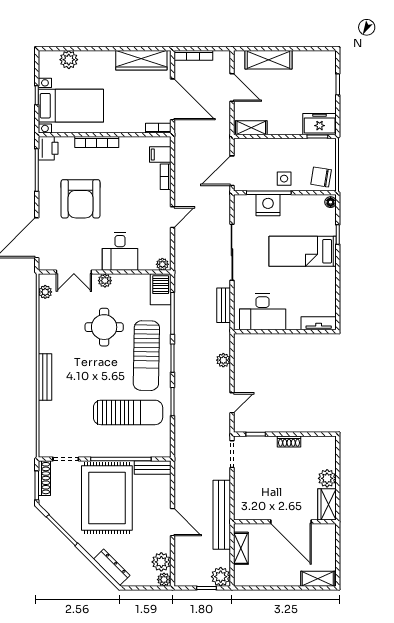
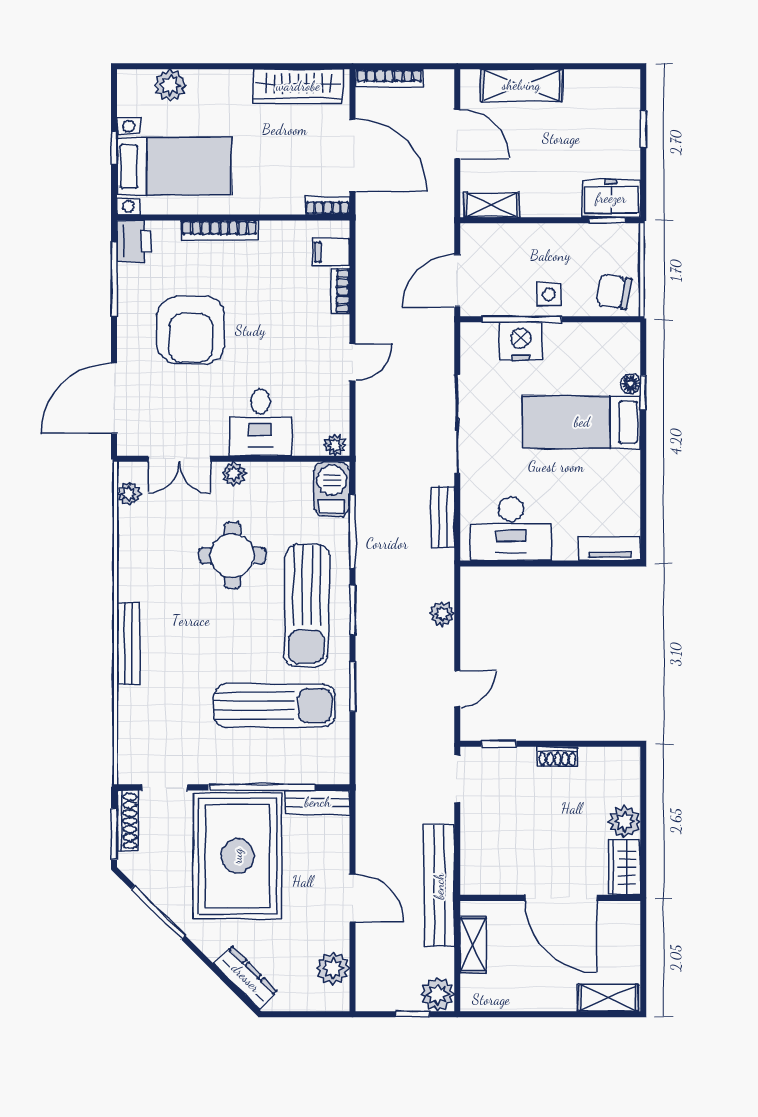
floor lamp: (331, 202) -> (631, 383), moved
plant: (164, 580) -> (338, 999), removed

